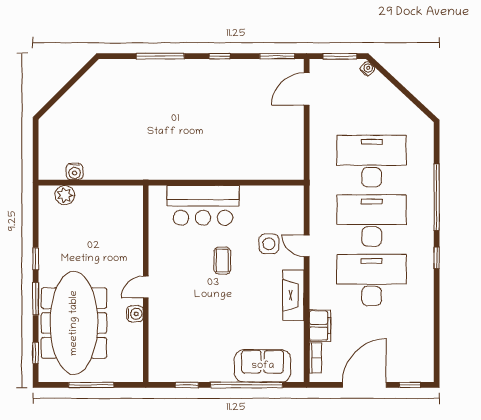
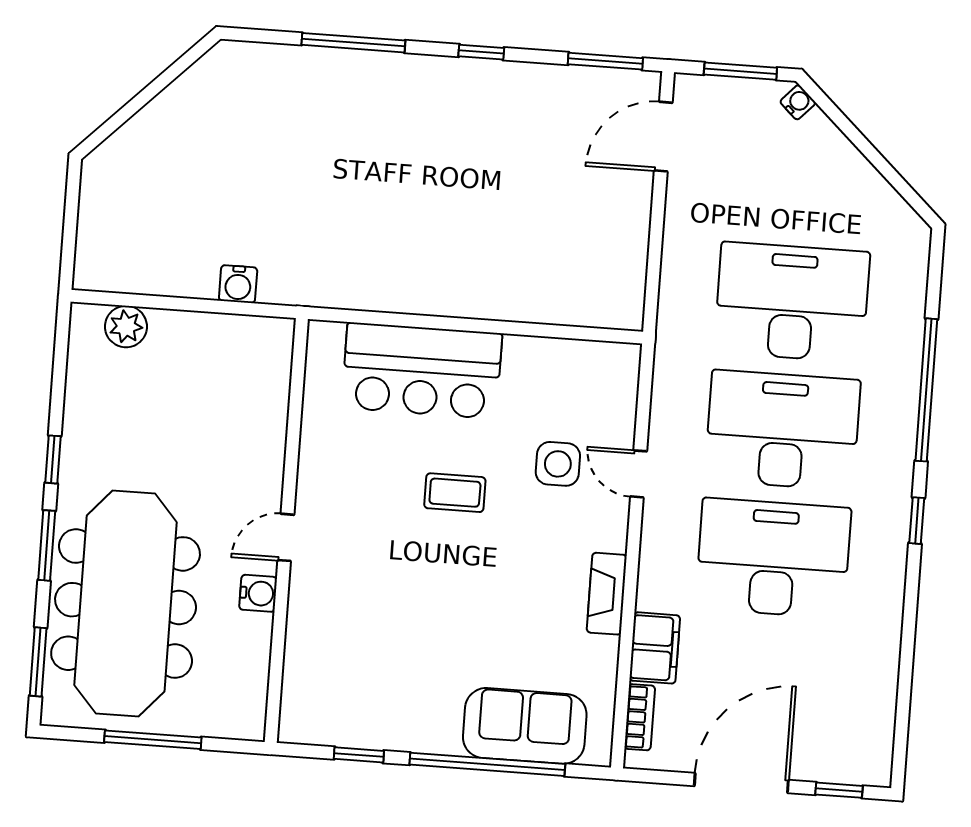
water cooler: (75, 172) -> (238, 284), moved
coffee table: (222, 261) -> (455, 493), turned 90
fireplace: (293, 295) -> (607, 594), width x0.73, depth x0.76
window: (36, 353) -> (38, 662), width x1.50

